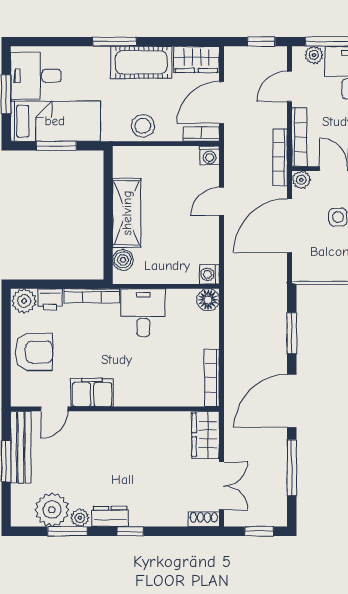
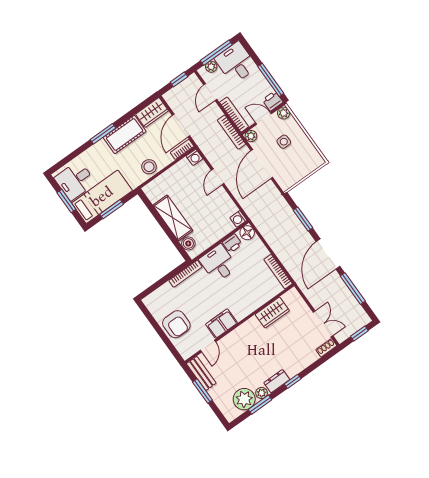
printer: (50, 300) -> (232, 243), moved
plant: (24, 301) -> (152, 301), removed
armchair: (34, 352) -> (176, 324), turned 90
wardrobe: (206, 435) -> (272, 313), moved, turned -90
bench: (21, 447) -> (201, 373), width x0.73

